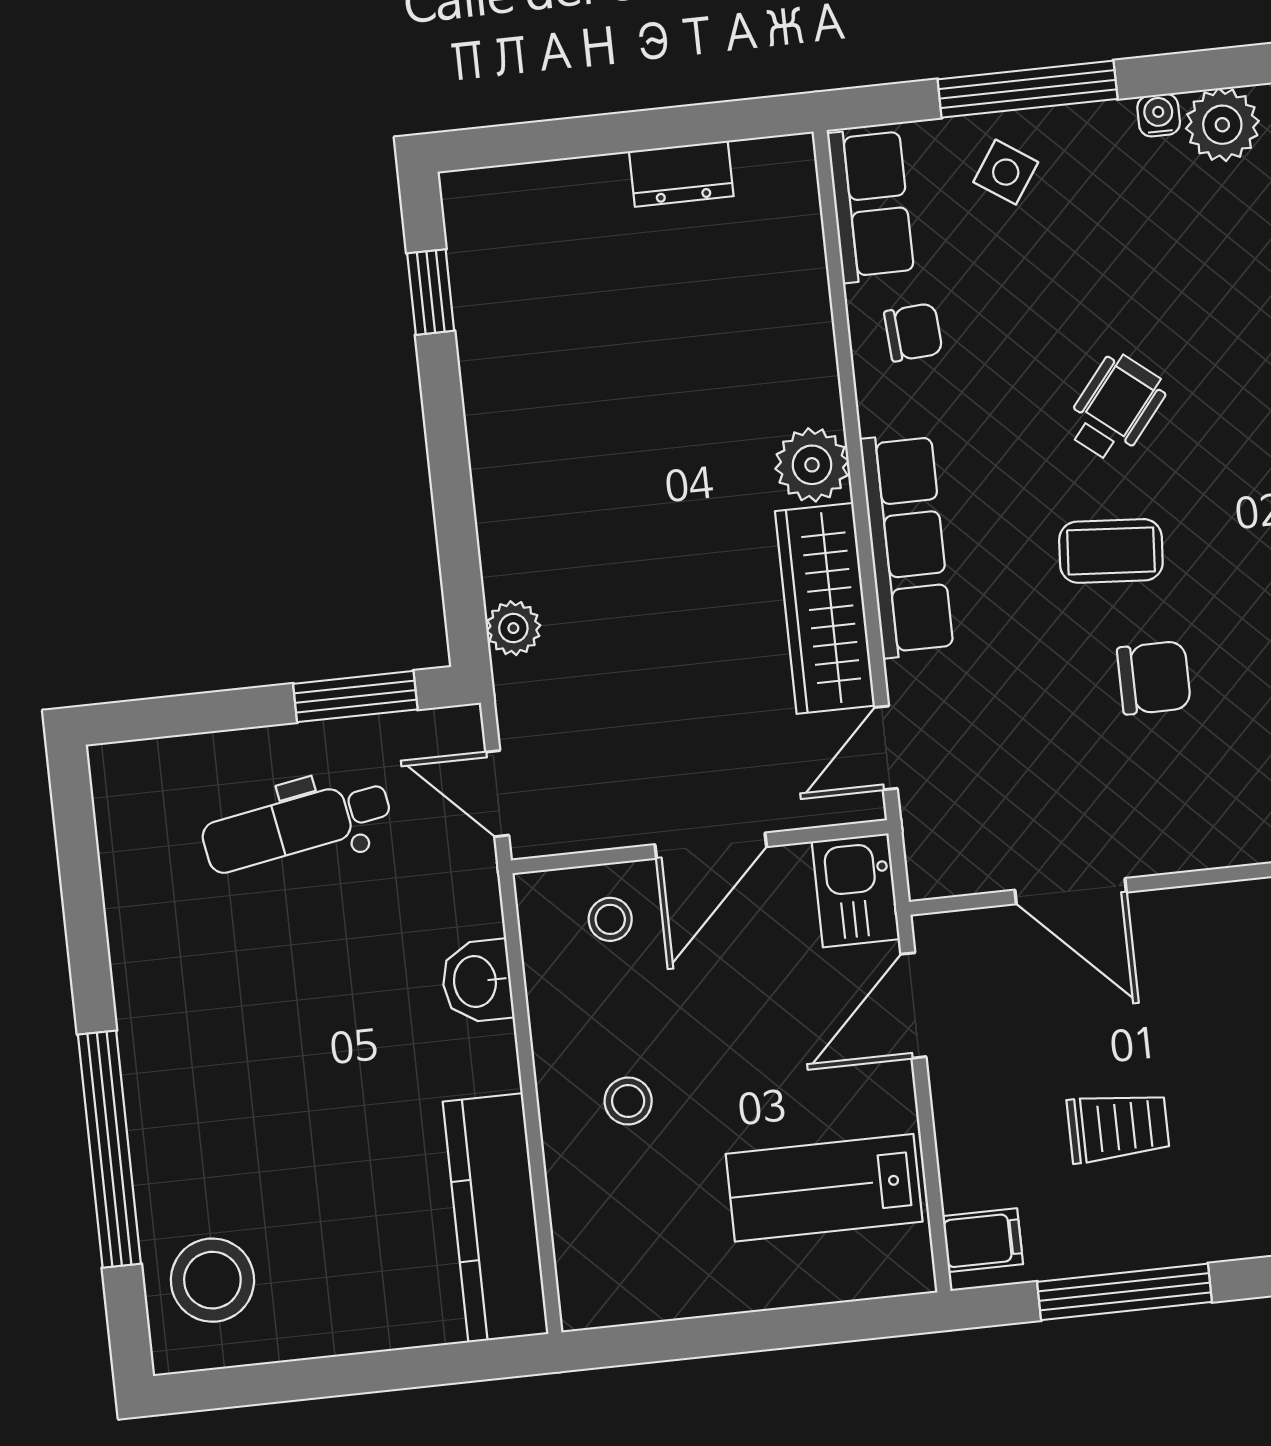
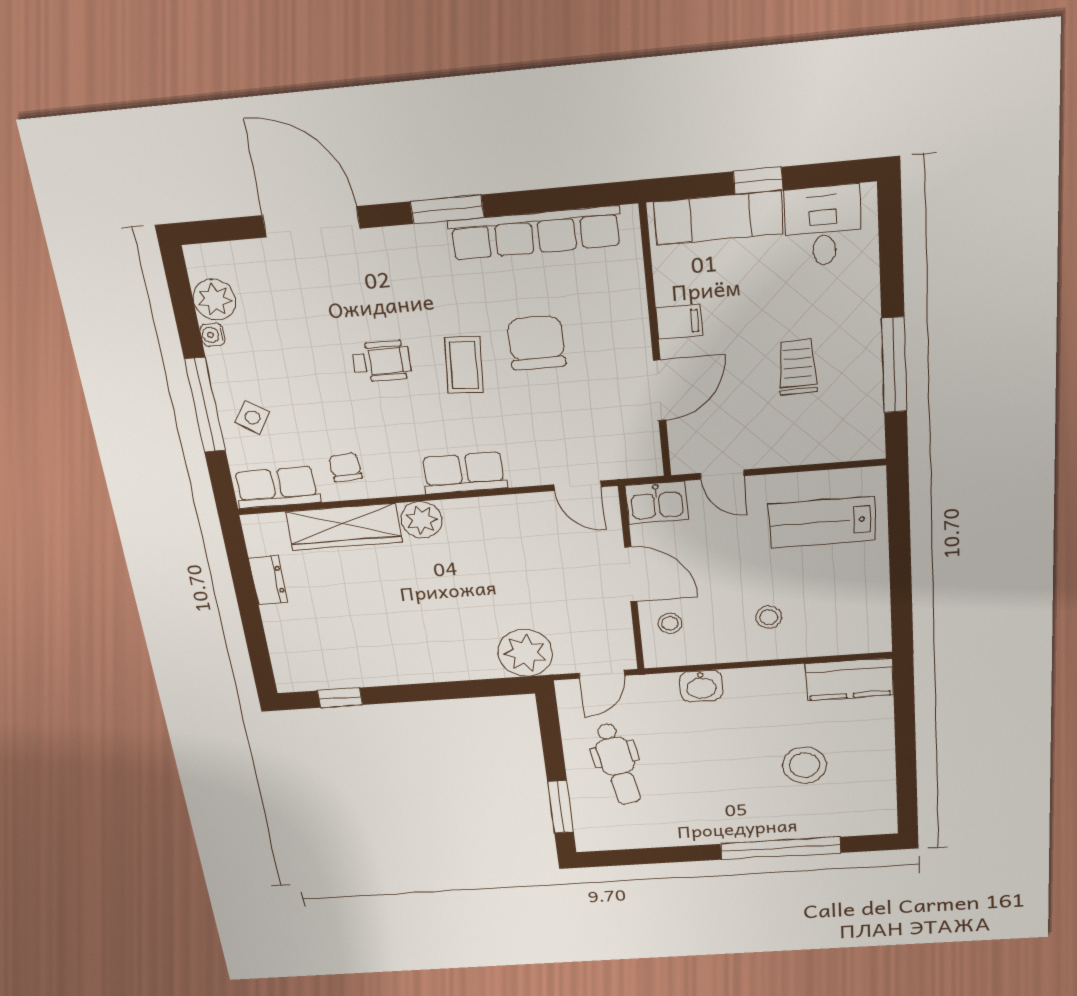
wheelchair: (1115, 408) -> (382, 361), turned 141
row of seats: (907, 545) -> (464, 473), width x0.68
wardrobe: (825, 608) -> (344, 527), moved
plant: (513, 628) -> (525, 653), width x1.87, depth x1.87
chair: (1154, 678) -> (536, 343), width x1.37, depth x1.37
window: (355, 697) -> (561, 807), moved
door: (913, 1005) -> (722, 475), width x0.73
lab bench: (824, 1188) -> (823, 522), turned 90
kitchen counter: (496, 1218) -> (850, 679), width x0.67
filing cabinet: (983, 1240) -> (679, 322), moved, turned 90
stool: (212, 1280) -> (804, 765), moved

